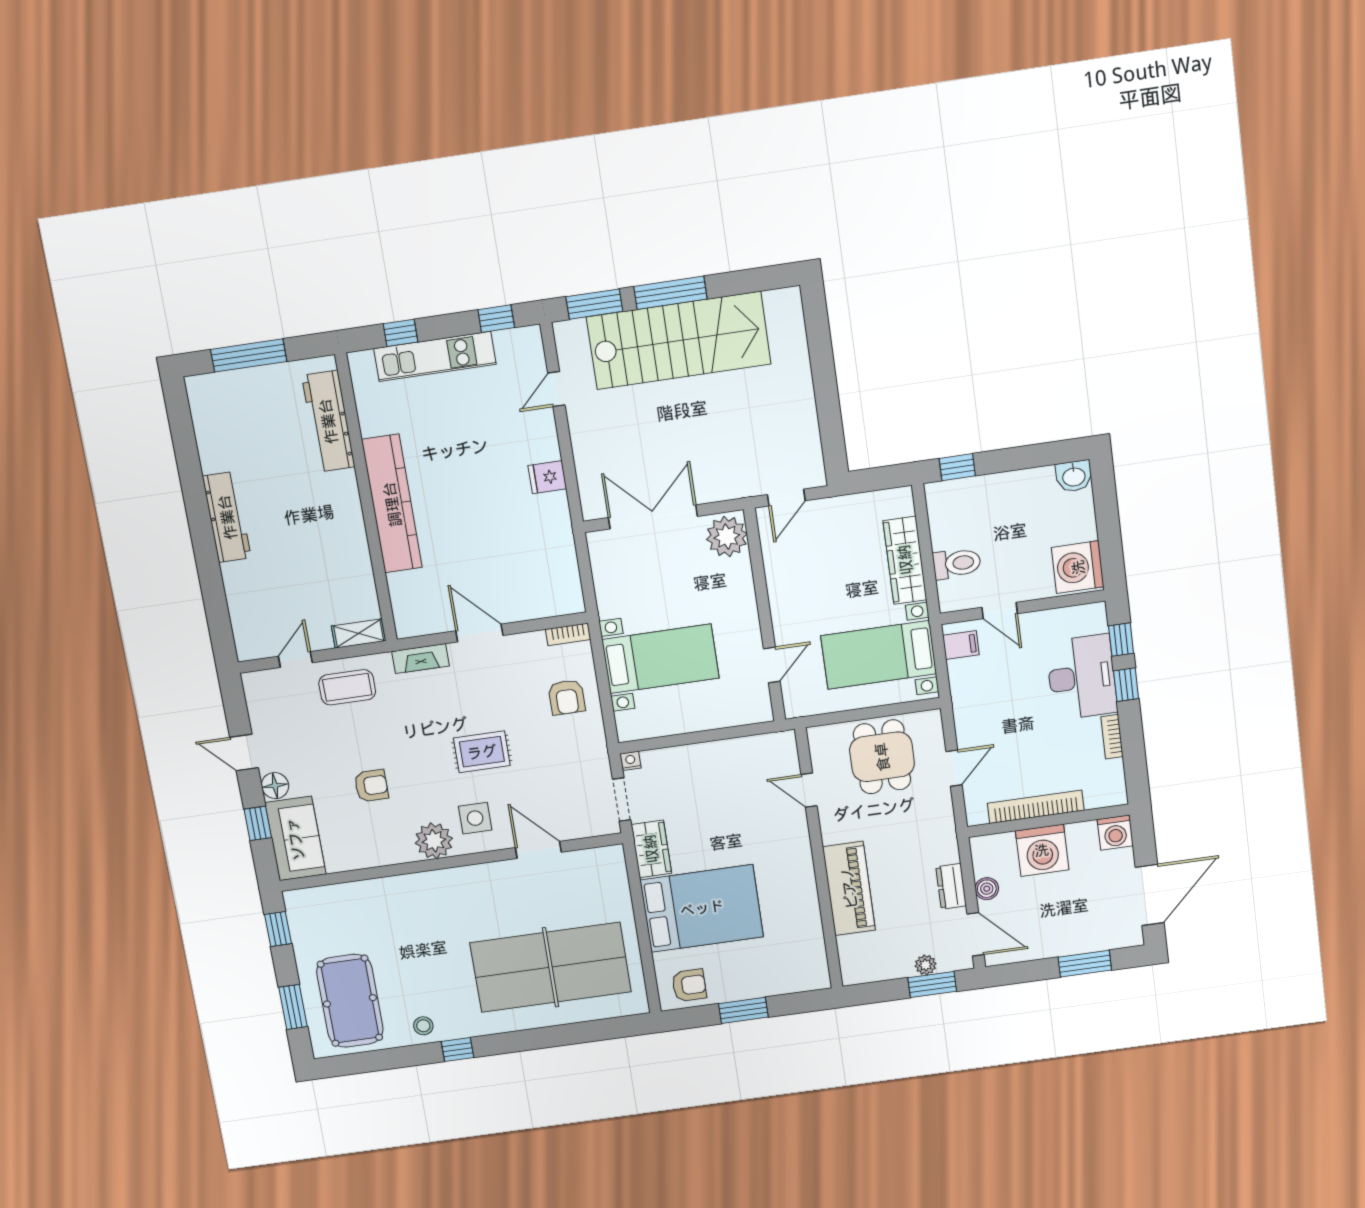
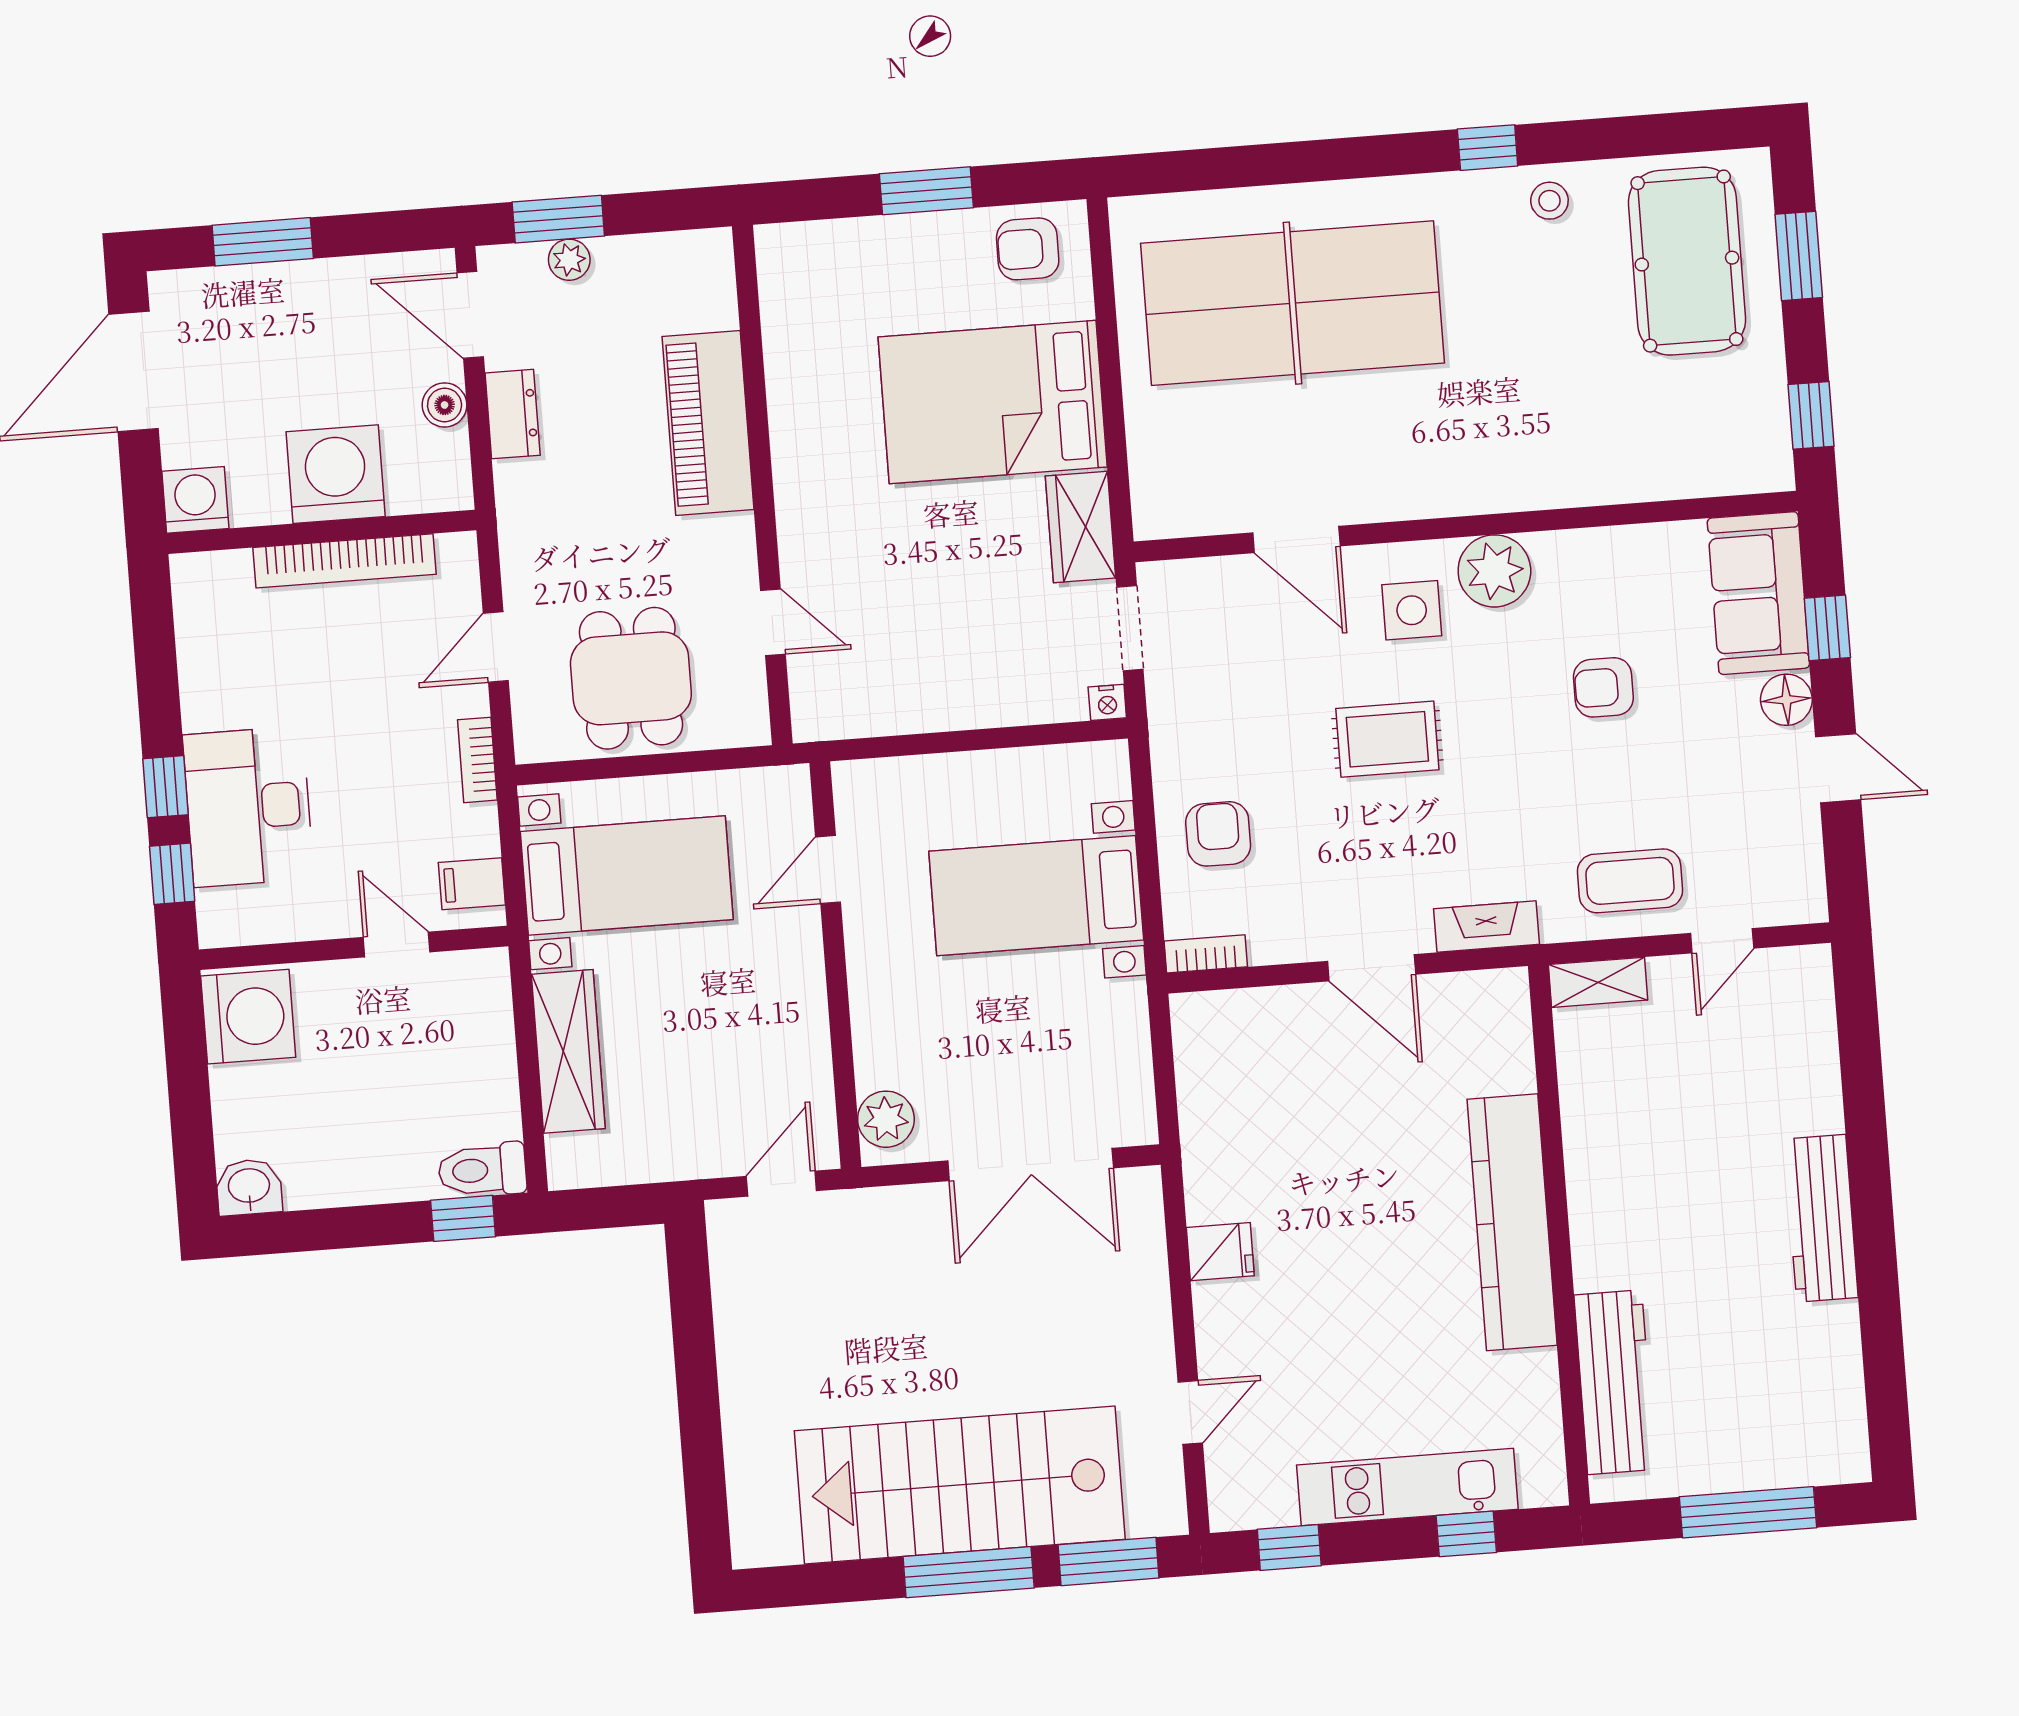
plant: (727, 537) -> (886, 1119), width x0.73, depth x0.73
toilet: (957, 563) -> (482, 1170), moved
bookcase: (1112, 737) -> (477, 760), moved, turned 180

